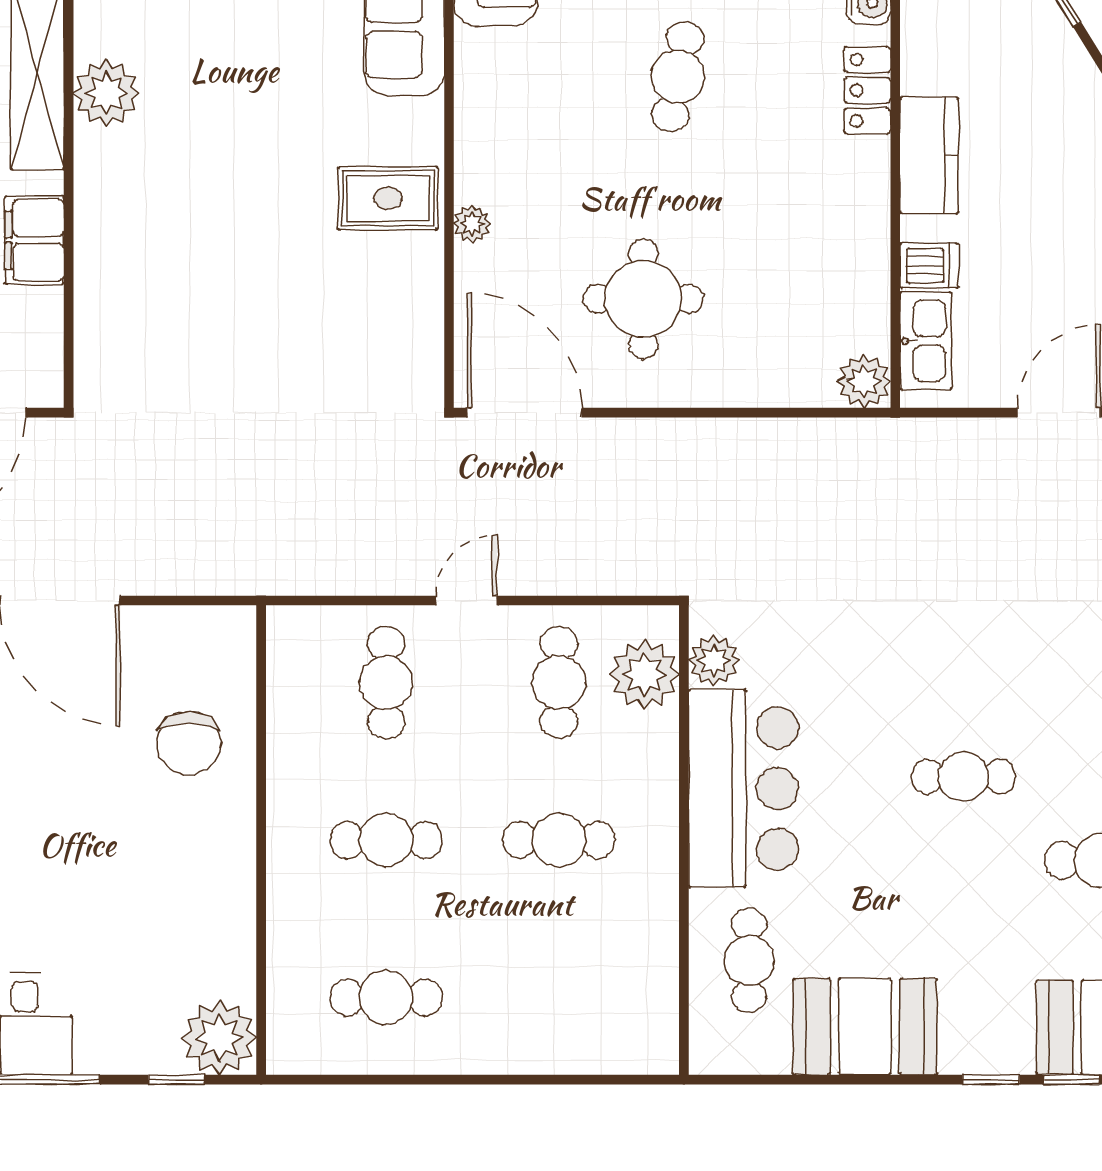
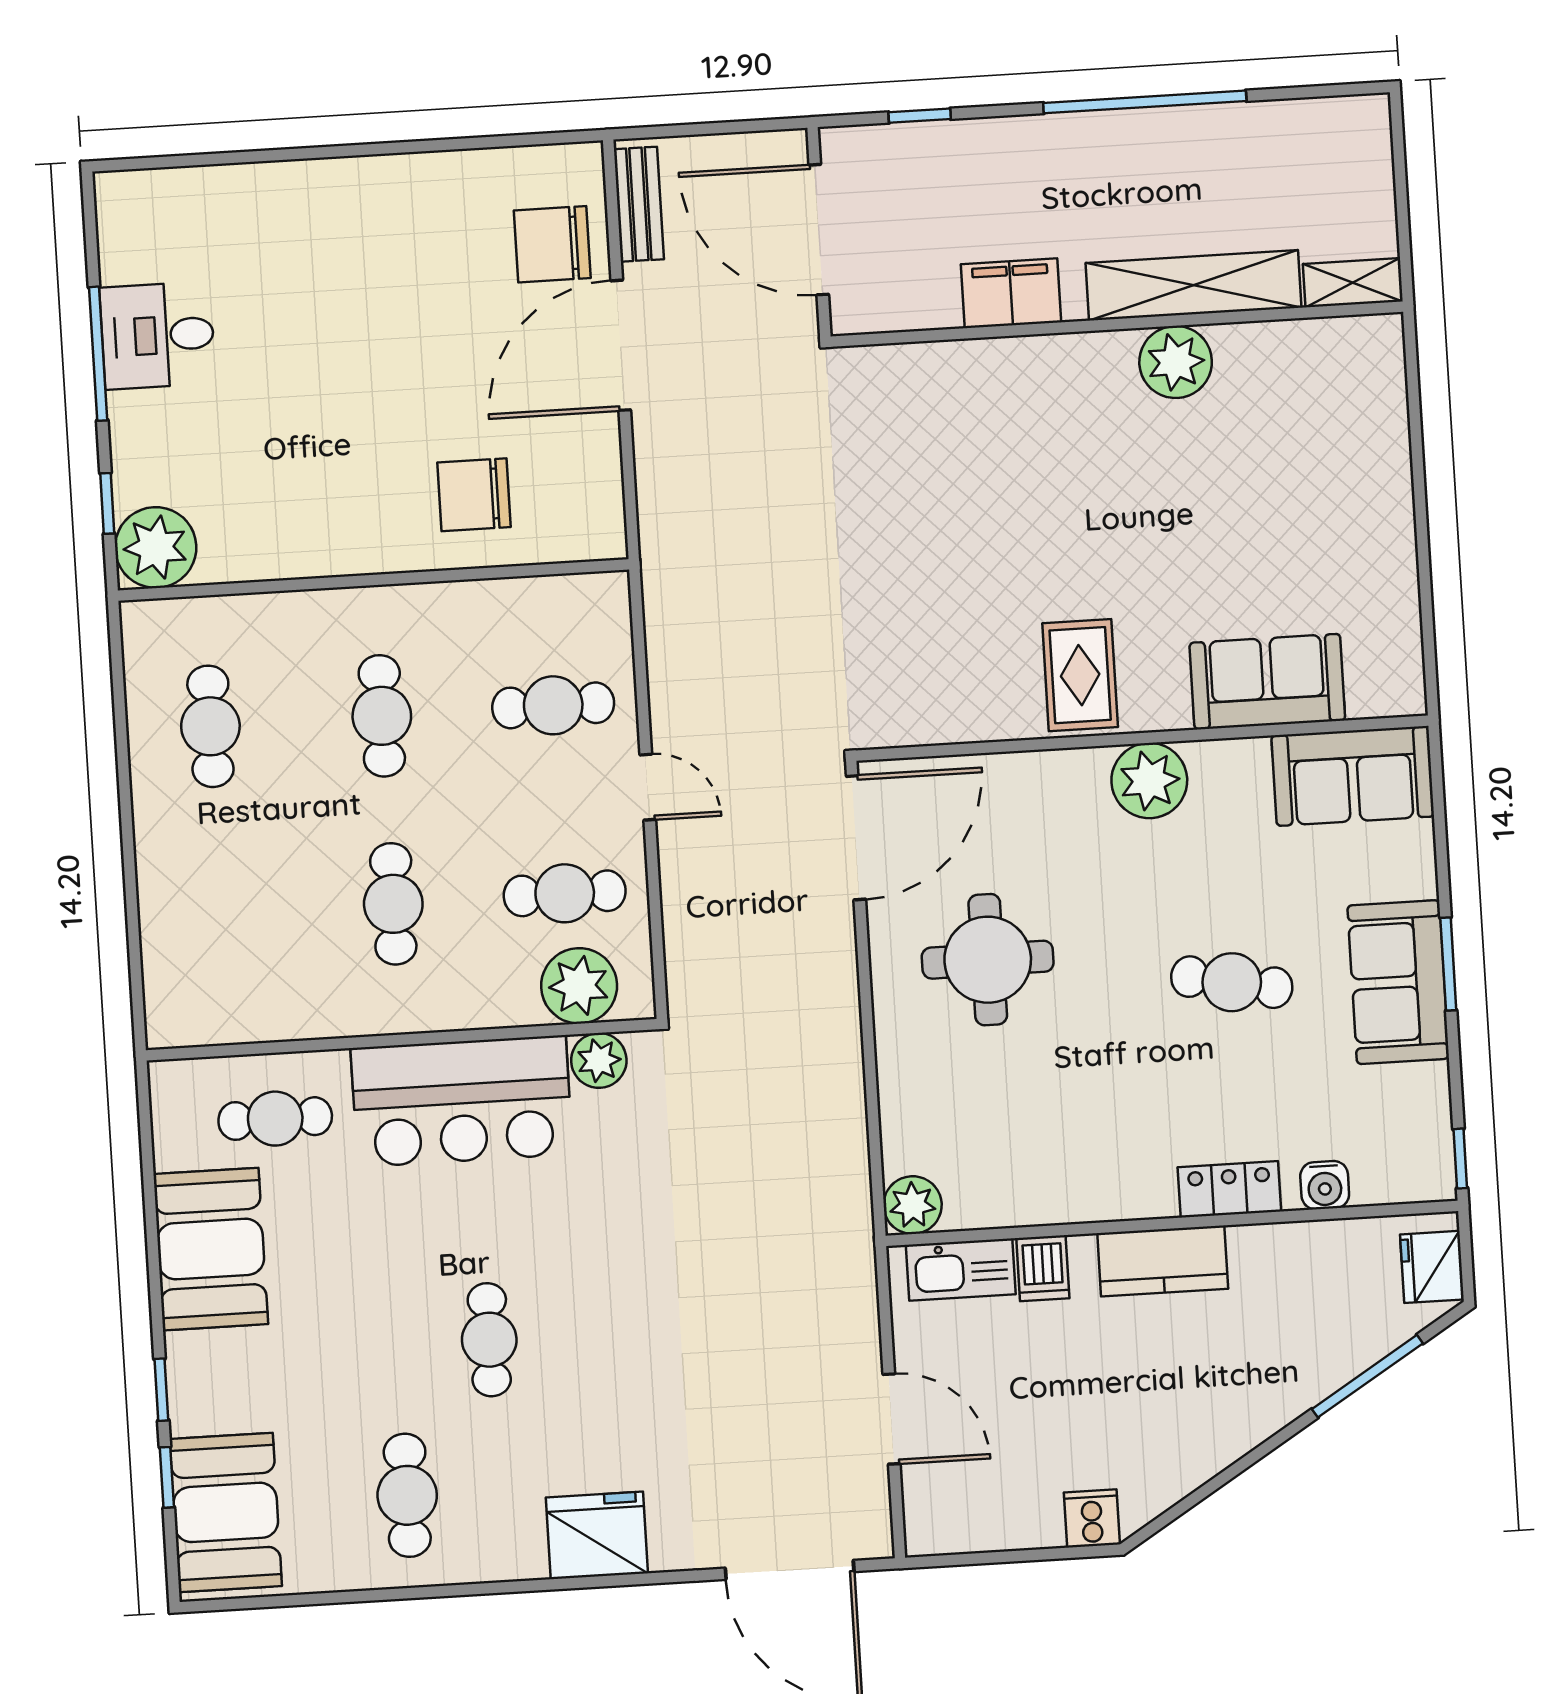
plant: (472, 224) -> (1149, 781), moved, width x1.88, depth x1.88

